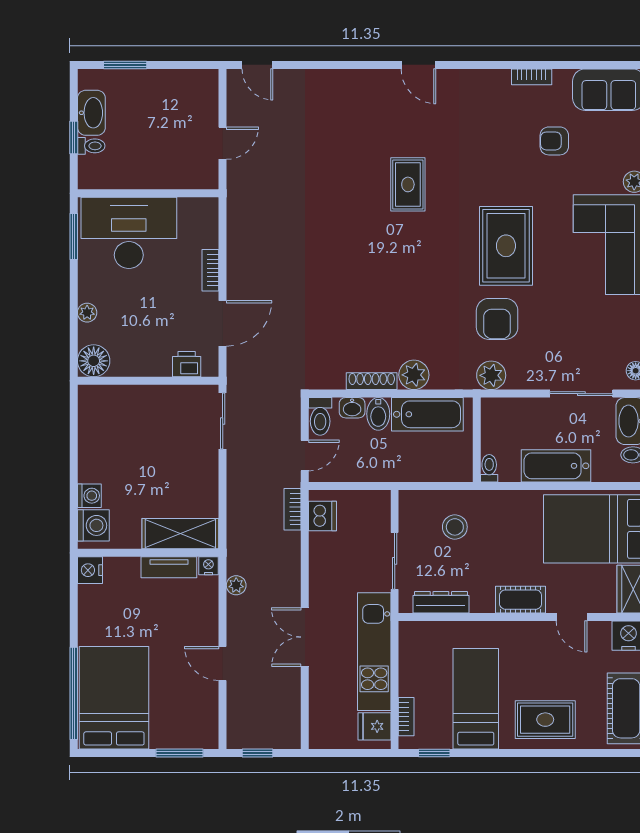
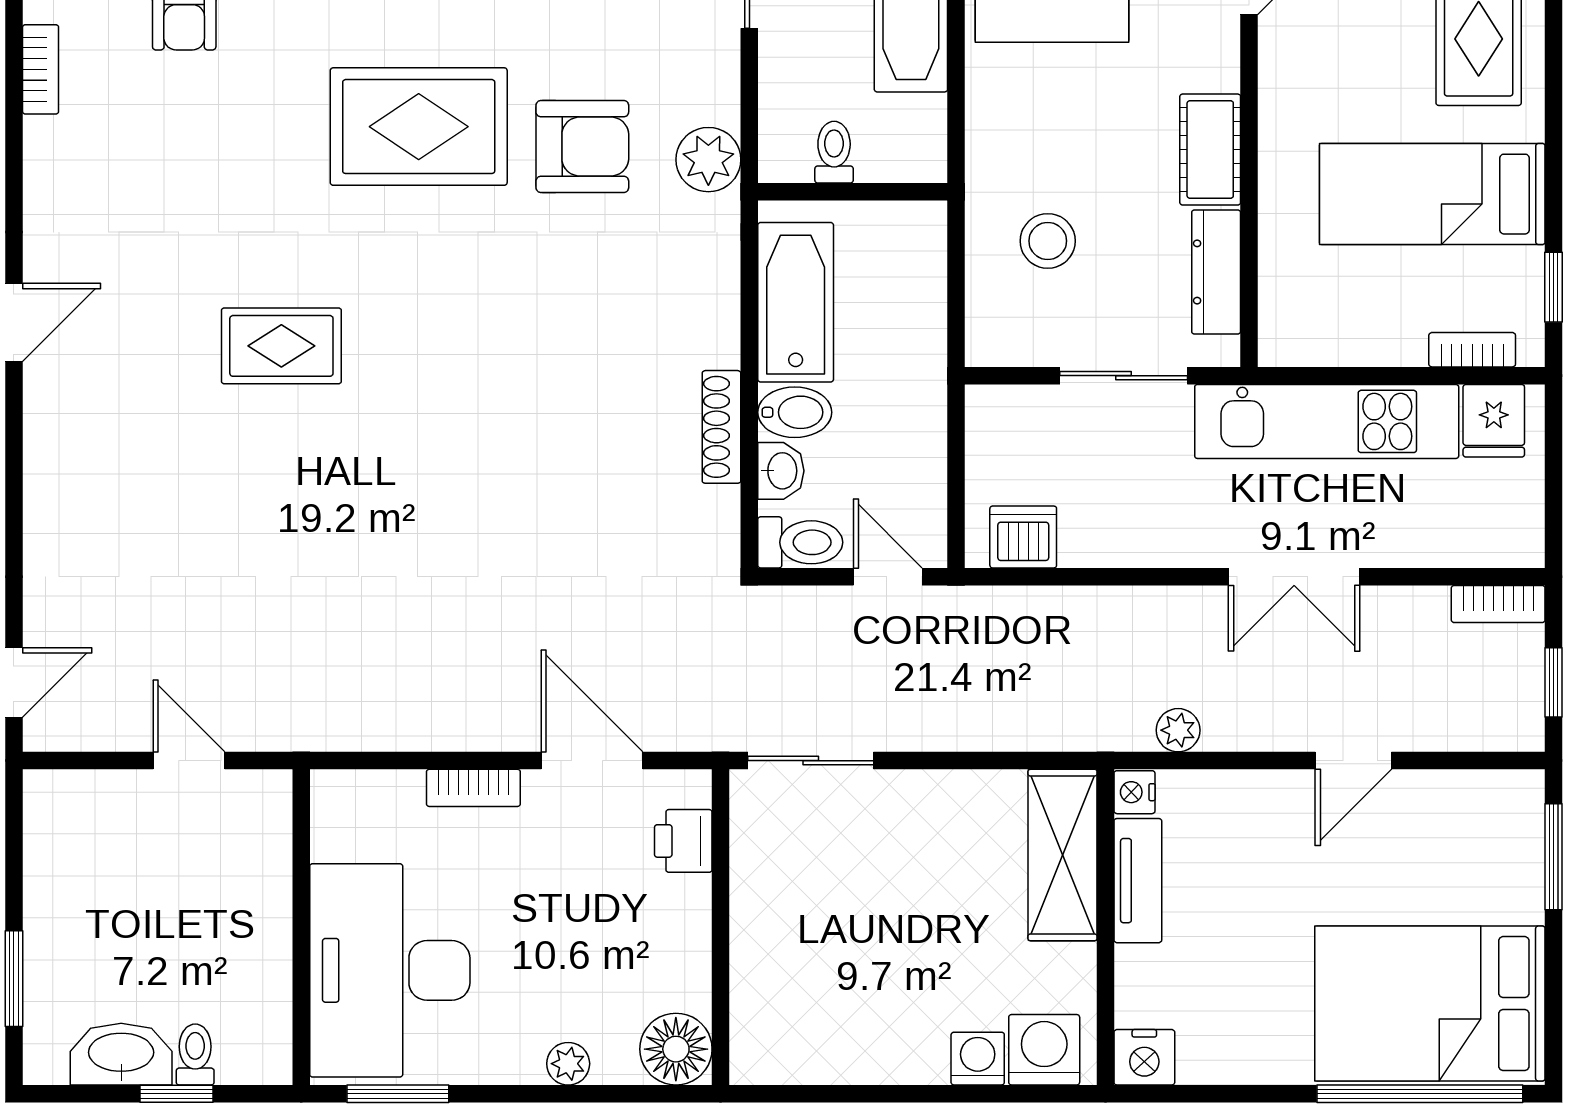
plant: (414, 375) -> (707, 333), removed
toilet: (489, 468) -> (834, 152), moved, turned 90
bookcase: (293, 509) -> (1498, 604), moved
cot: (521, 600) -> (1210, 150), moved

